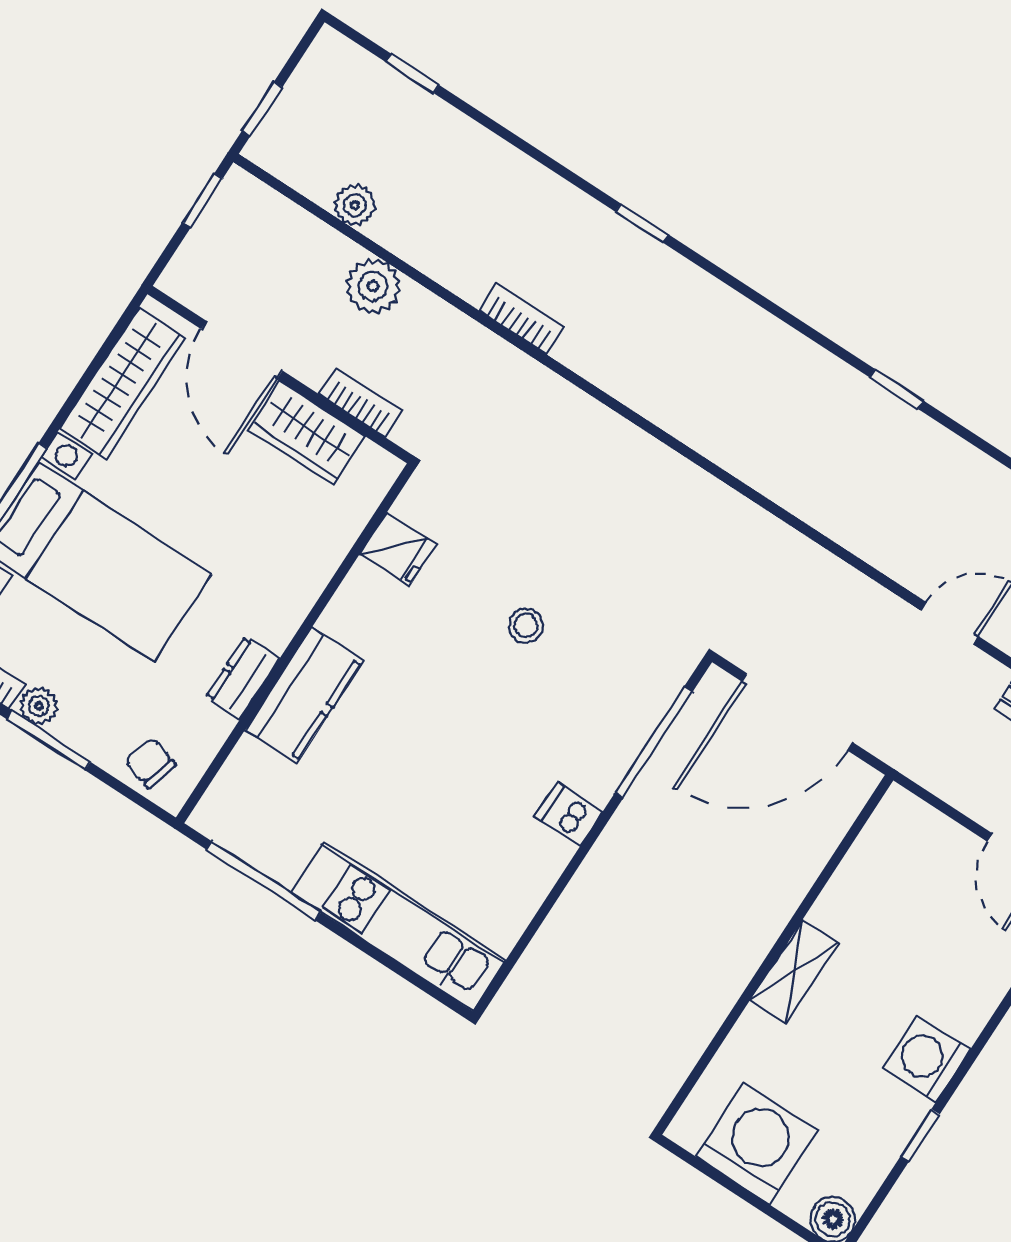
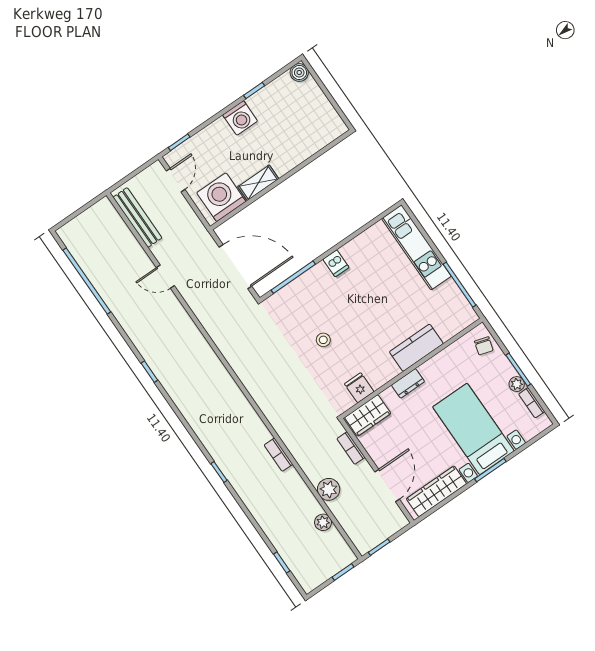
wardrobe: (307, 433) -> (368, 415), moved, turned 90
dresser: (242, 678) -> (408, 383), moved
shelving: (794, 972) -> (258, 183), moved
washing machine: (757, 1143) -> (221, 197), moved, turned 90

